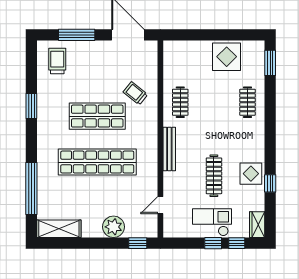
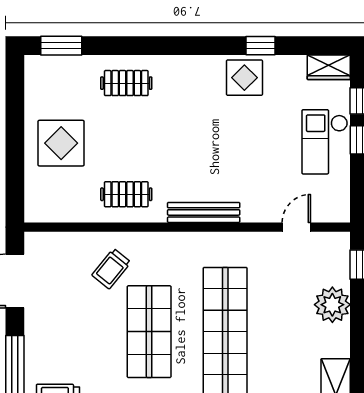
display table: (227, 57) -> (61, 143), moved
clothes rail: (214, 176) -> (248, 139), removed
door: (160, 205) -> (296, 227), swing flipped

